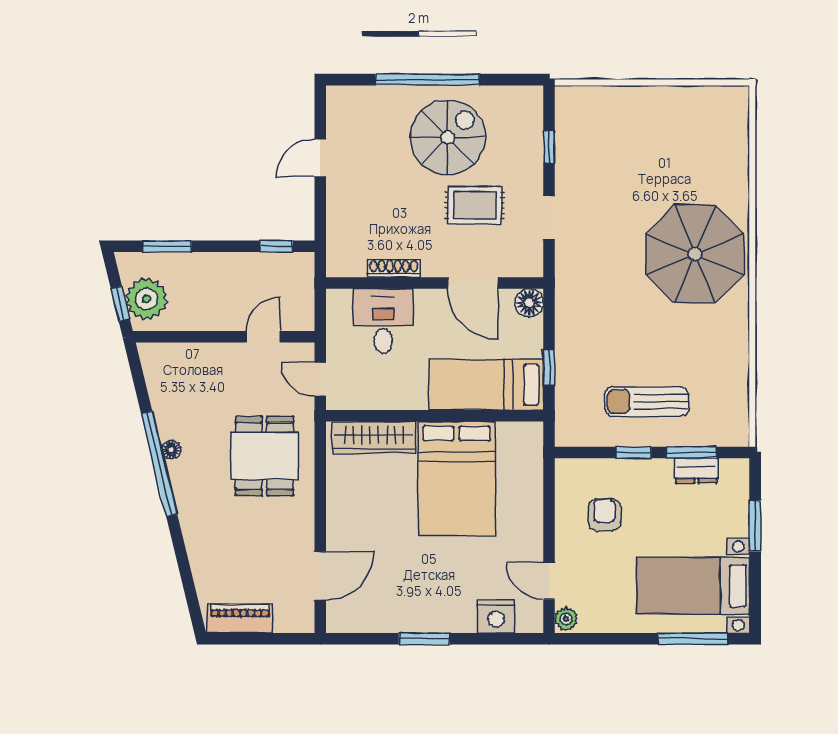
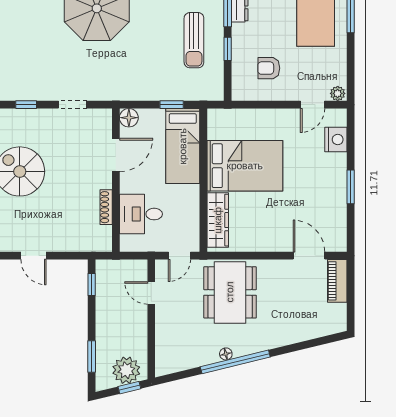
rug: (475, 205) -> (64, 154), removed
dining table: (264, 456) -> (230, 292), width x1.38
piano: (240, 619) -> (337, 281), moved

